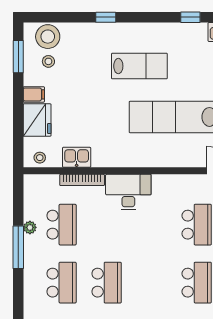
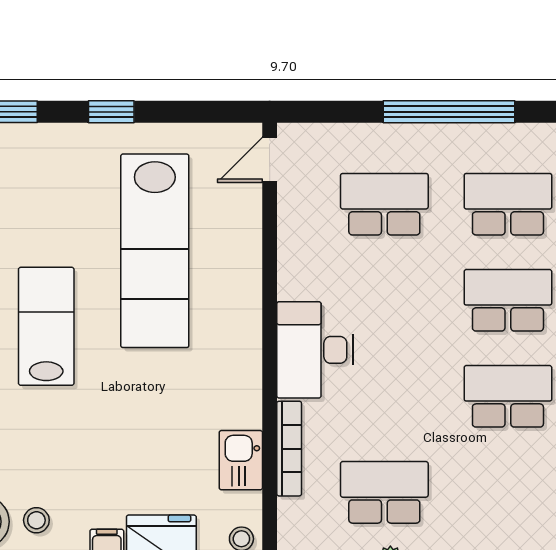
school desk: (62, 283) -> (508, 300), moved

